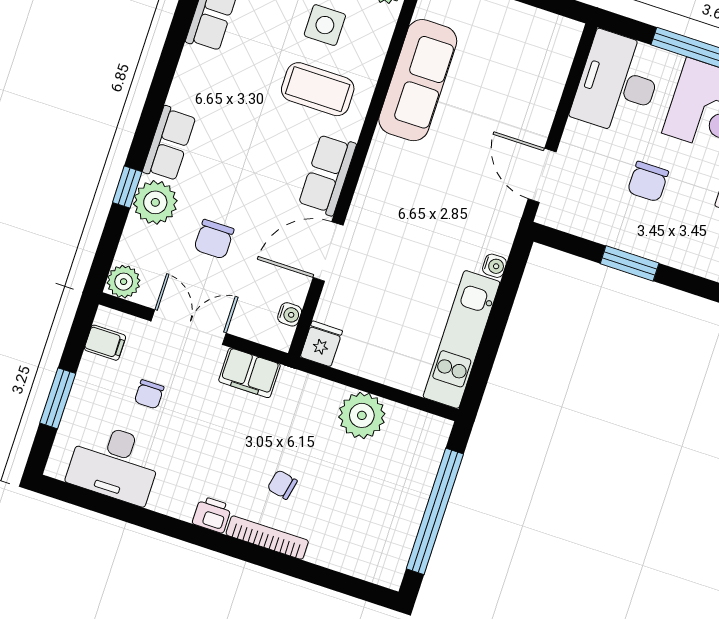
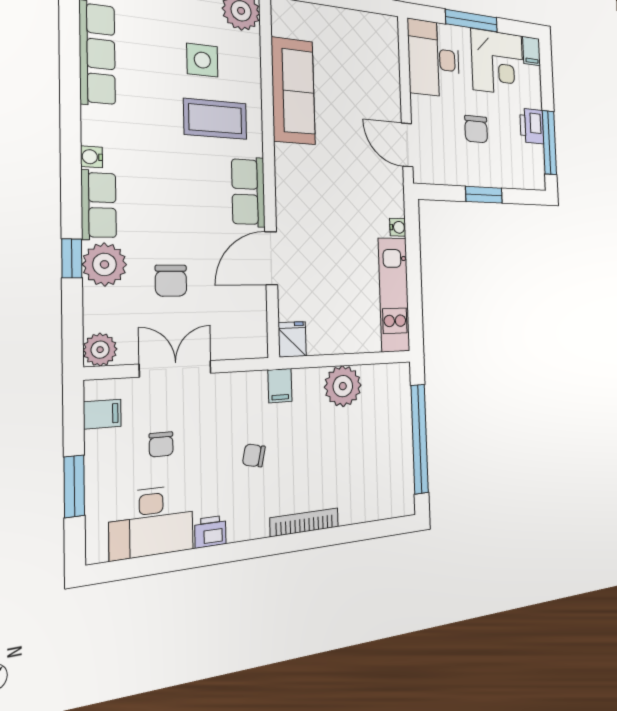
water cooler: (290, 314) -> (92, 157), moved, turned 180
filing cabinet: (249, 373) -> (280, 386), moved, width x0.50
chair: (282, 485) -> (254, 455), moved
printer: (212, 515) -> (210, 532), moved

